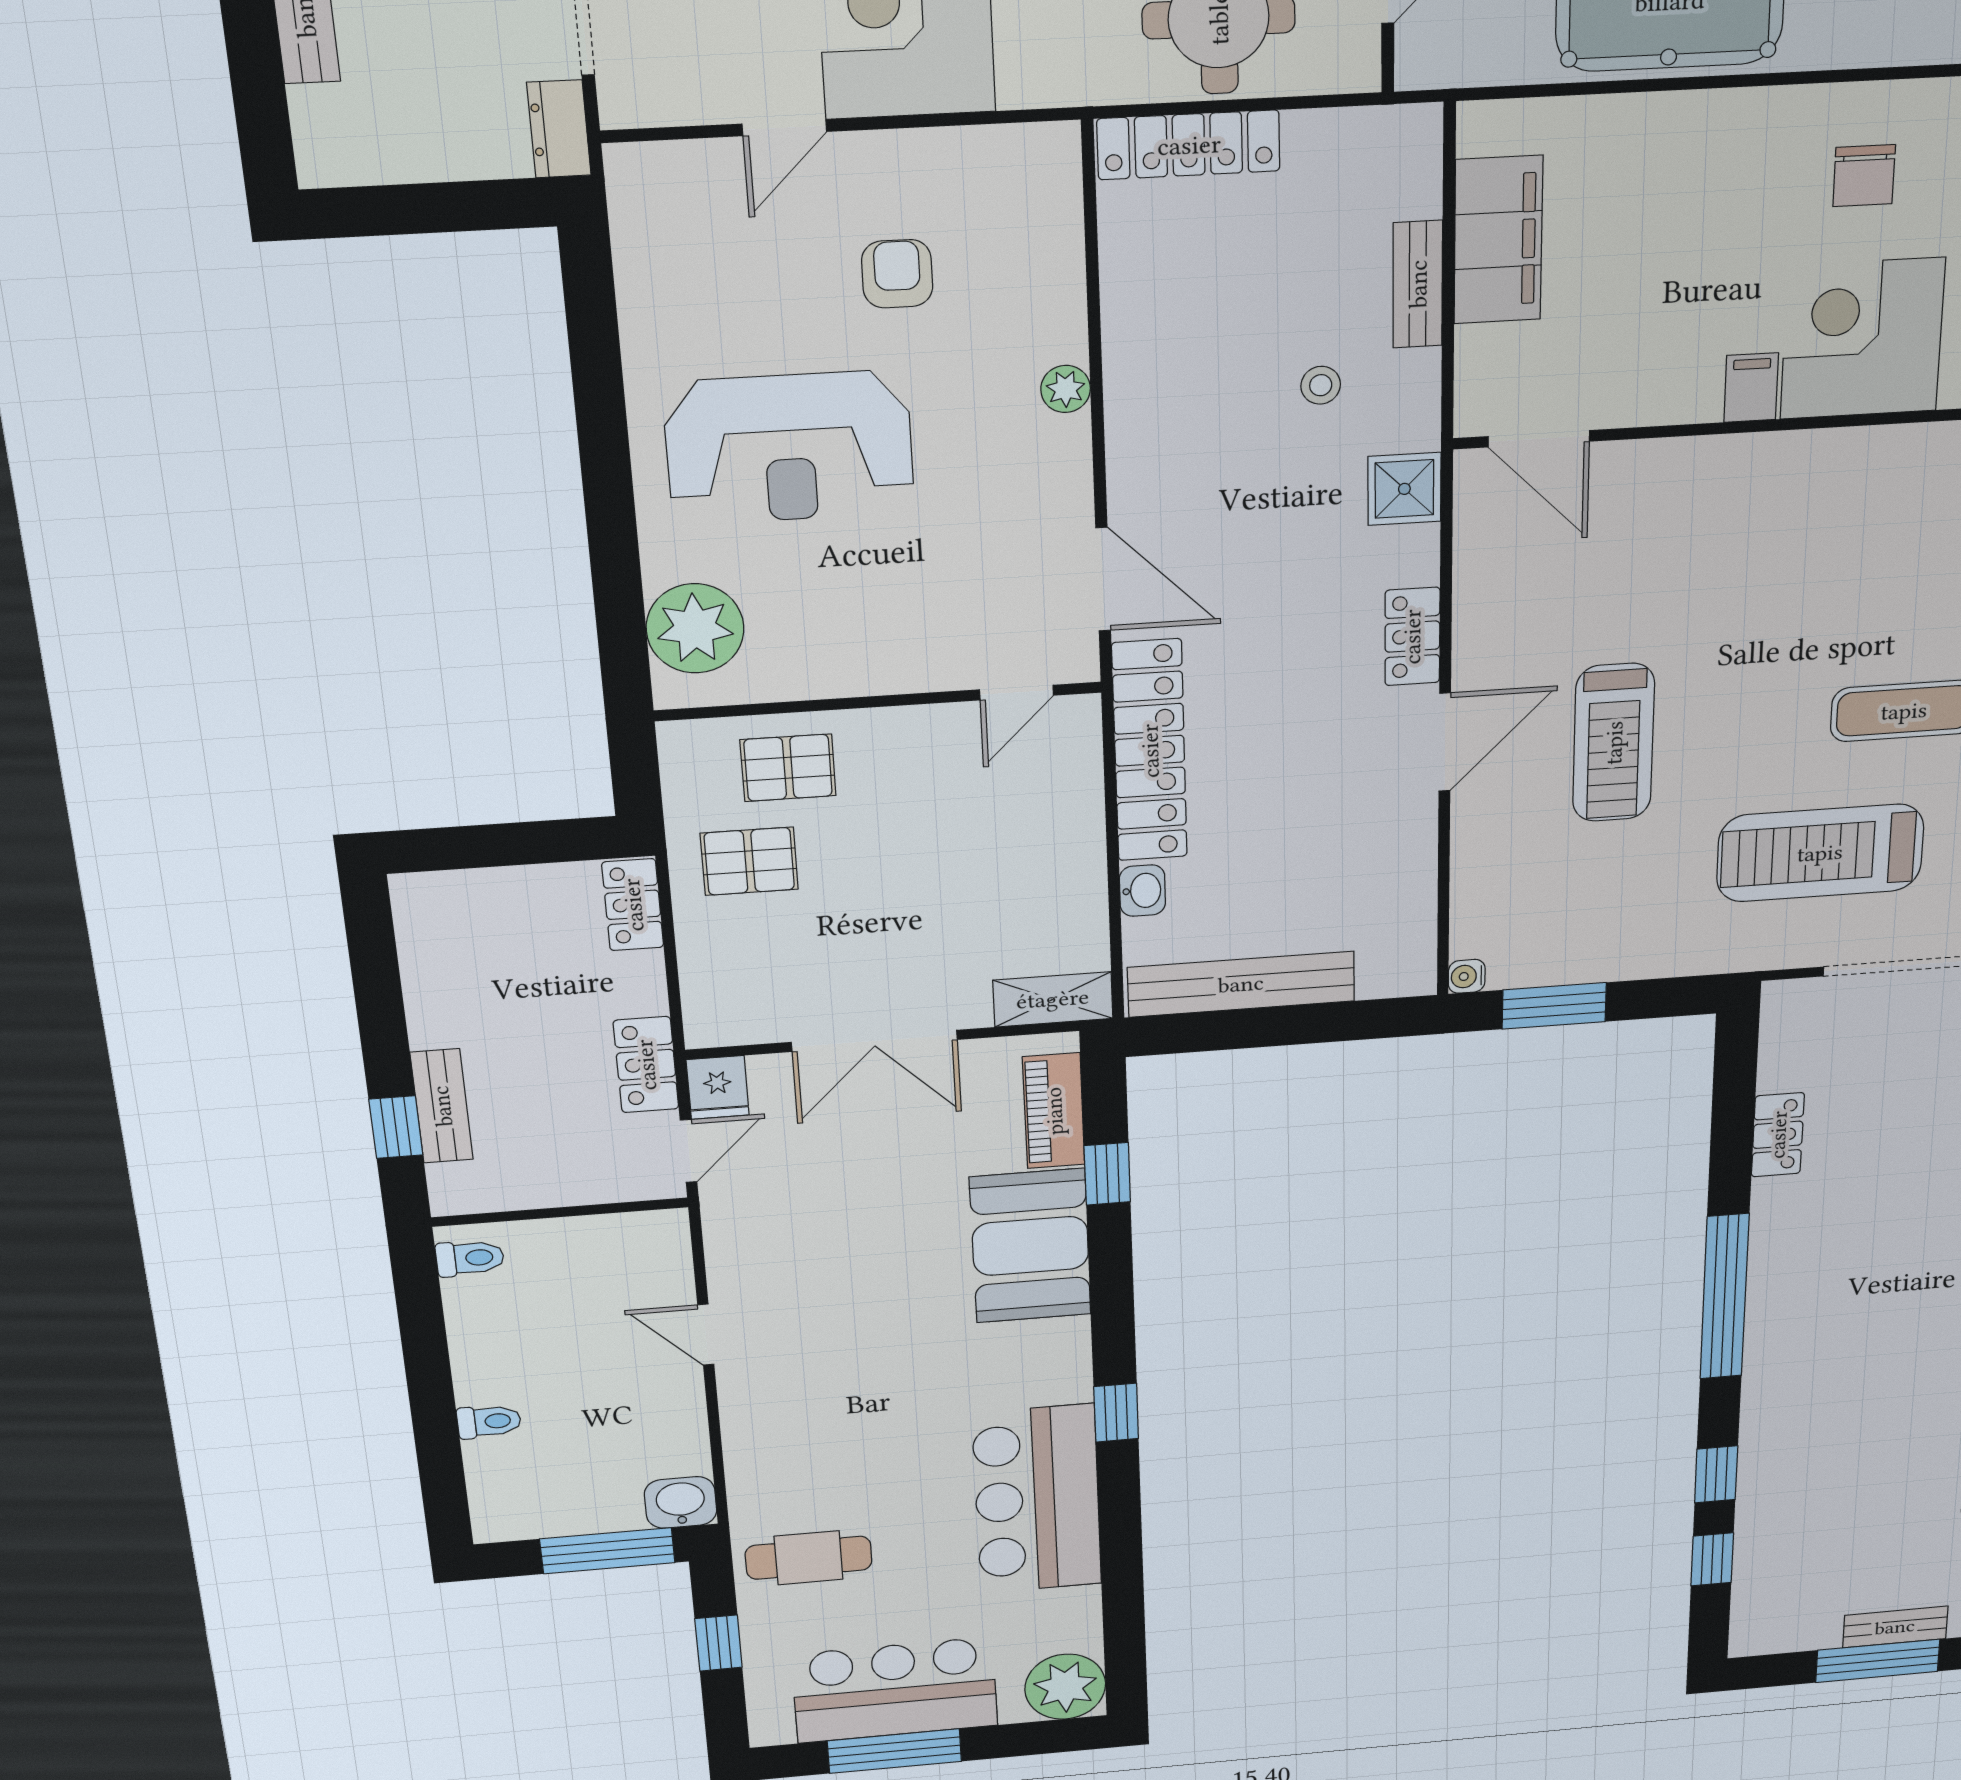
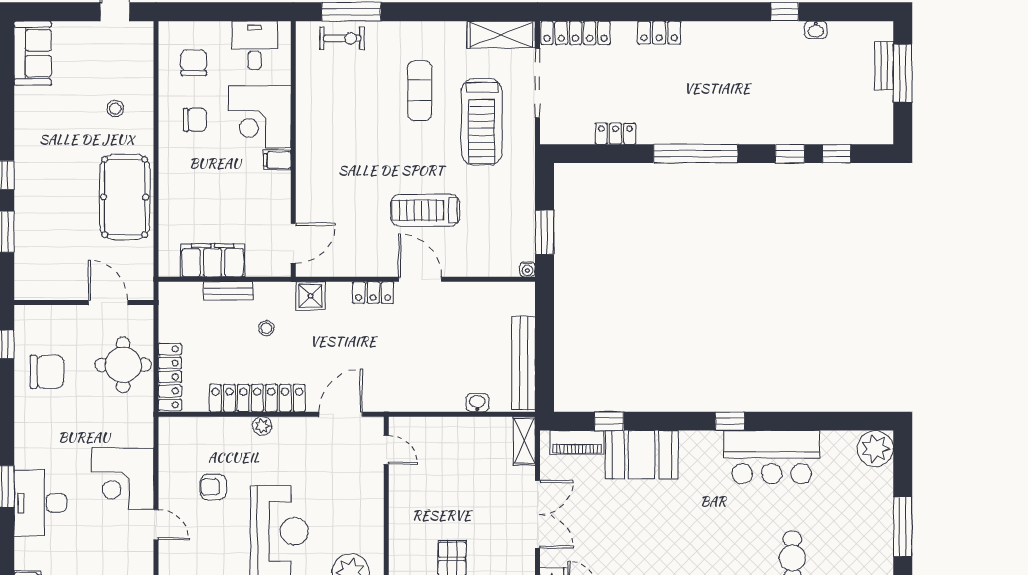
treadmill: (1614, 743) -> (425, 210), turned 180
locker: (1150, 751) -> (257, 398), moved
pallet: (788, 768) -> (412, 541), removed
bar counter: (895, 1690) -> (869, 525), removed

